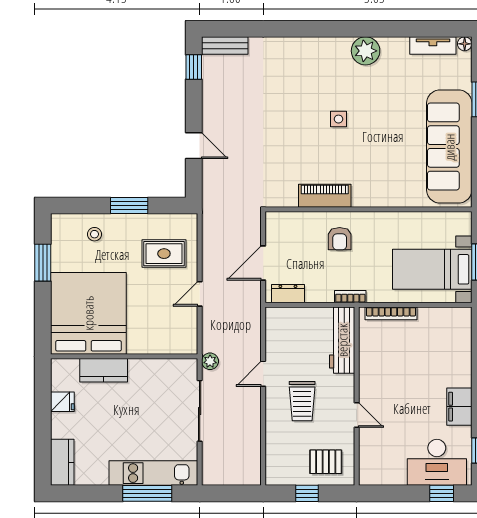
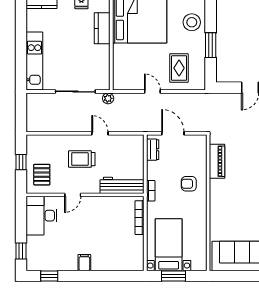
piano: (325, 196) -> (217, 161), moved
stool: (94, 234) -> (192, 22), width x1.89, depth x1.89
filing cabinet: (459, 407) -> (84, 263), width x0.50
desk: (437, 462) -> (41, 216), moved
window: (147, 493) -> (21, 57), removed

